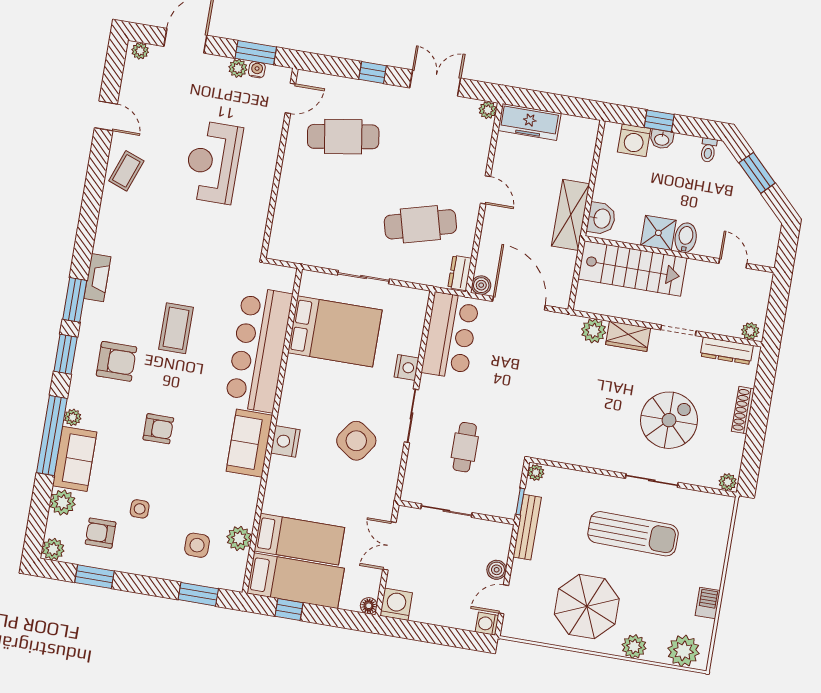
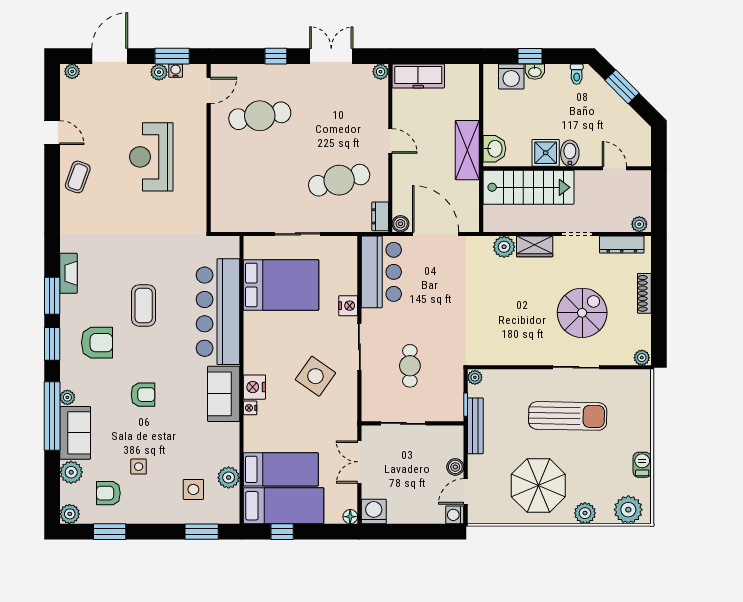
nightstand: (277, 464) -> (250, 408), added

